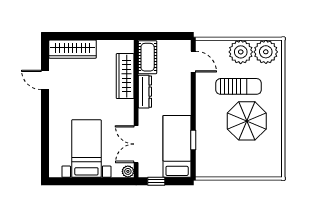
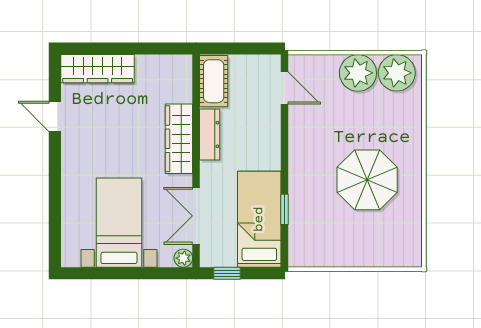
wardrobe: (125, 76) -> (179, 139), moved
sun lounger: (239, 86) -> (355, 126), removed

